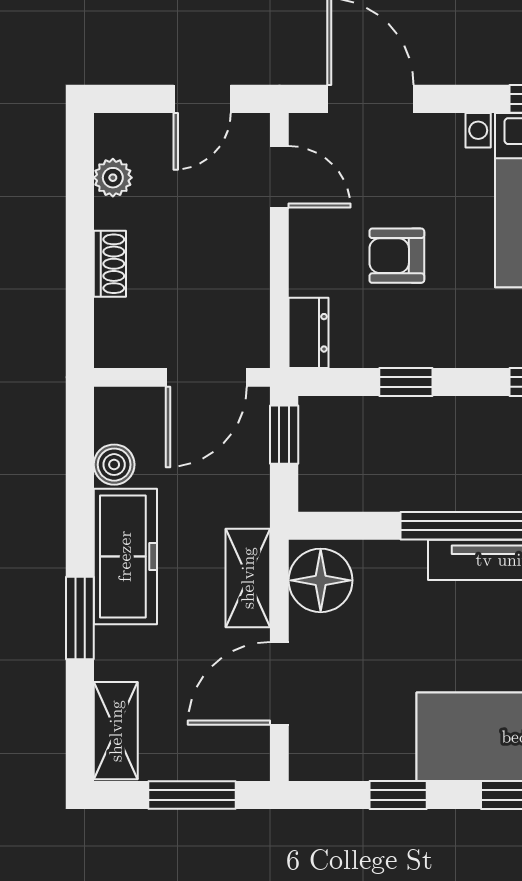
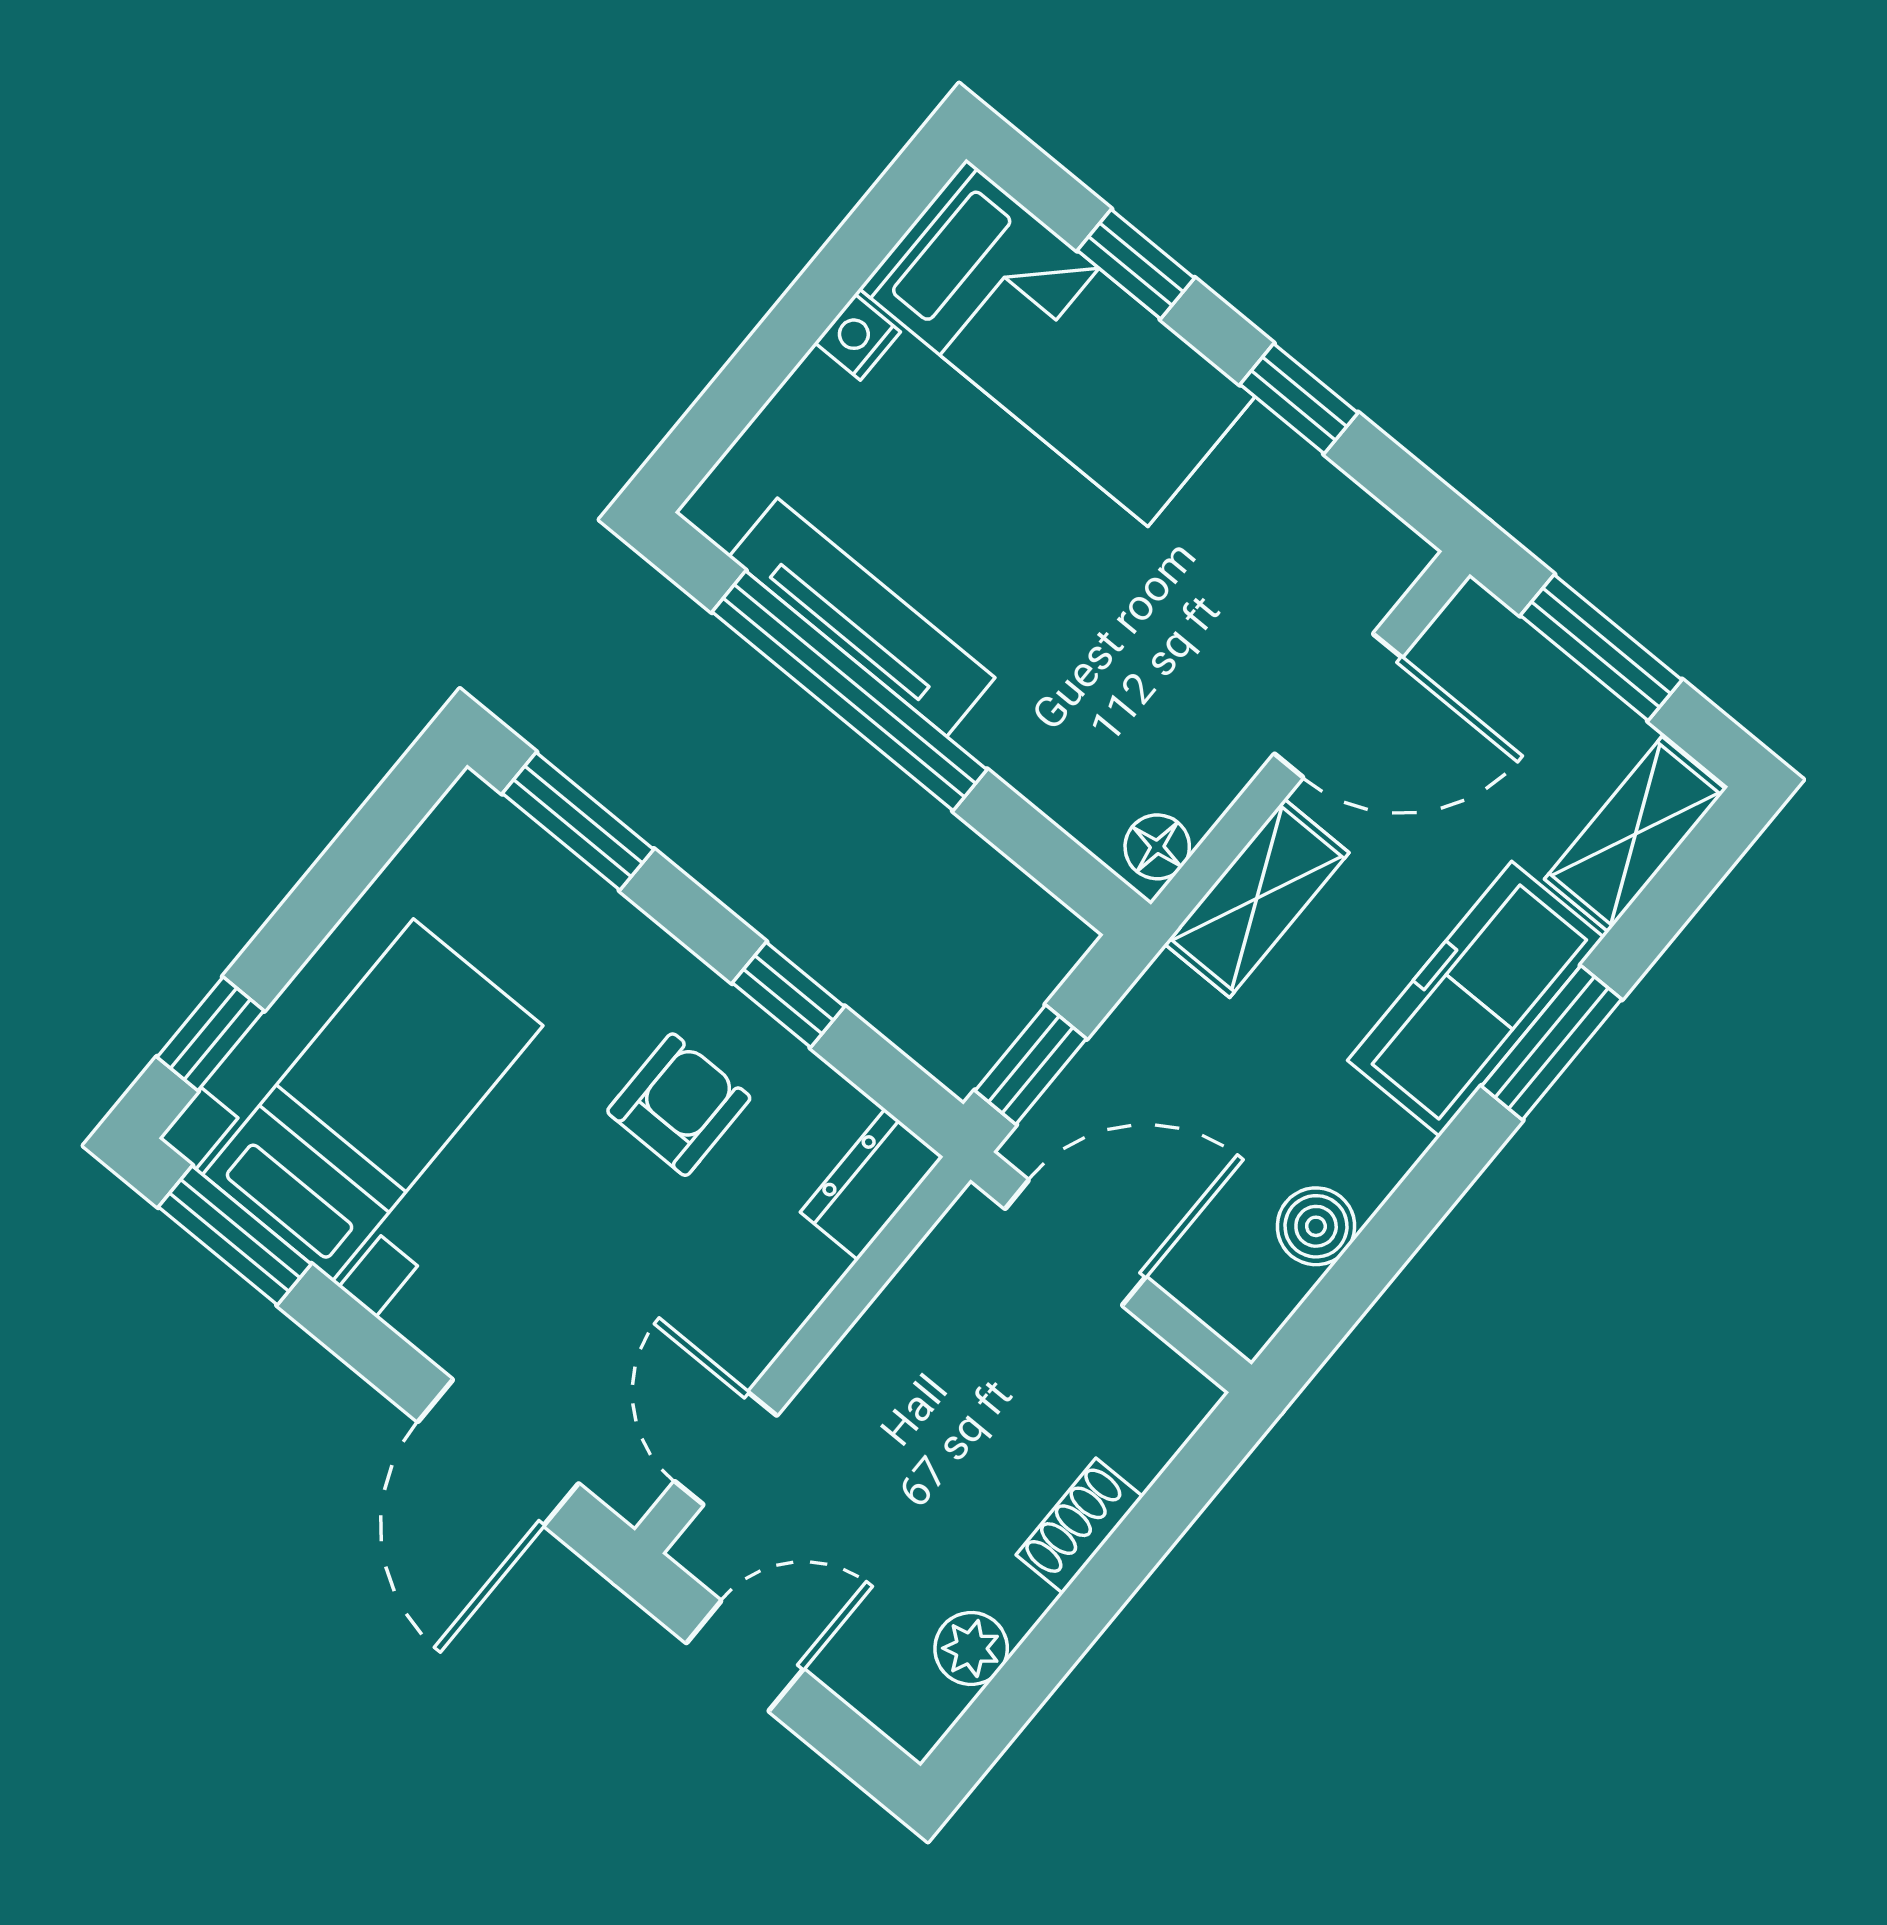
armchair: (397, 256) -> (679, 1105), moved, turned -90
freezer: (125, 556) -> (1476, 999), moved
floor lamp: (321, 580) -> (1157, 847), width x0.53, depth x0.53

